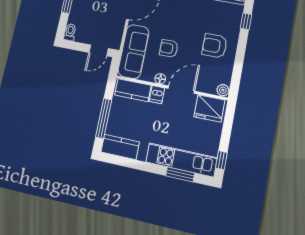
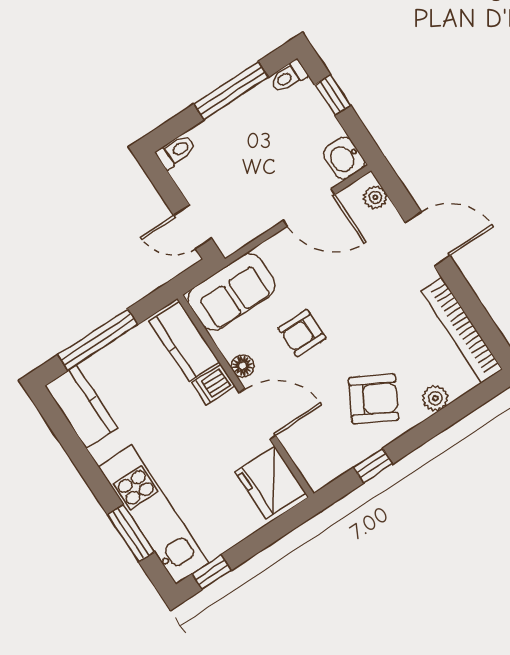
window: (246, 21) -> (373, 466), moved
armchair: (215, 46) -> (374, 399), turned 119
armchair: (169, 48) -> (302, 333), turned -90
sofa: (134, 52) -> (231, 292), width x0.73
plant: (223, 90) -> (435, 398), moved

